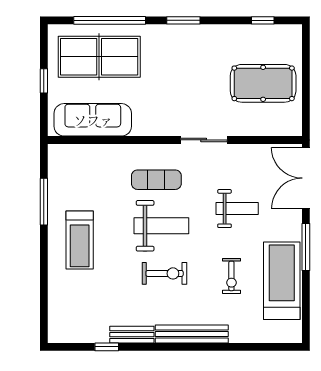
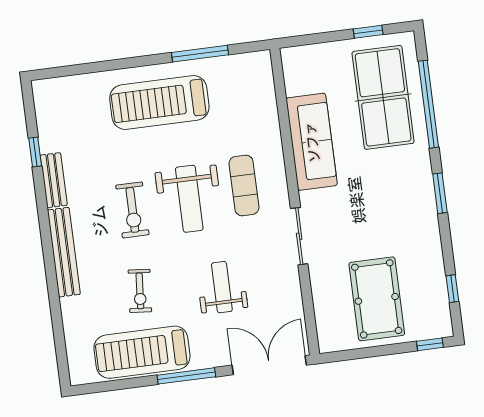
window: (306, 45) -> (430, 344), added
window: (44, 81) -> (368, 32), moved
sofa: (93, 120) -> (312, 142), moved
weight bench: (237, 209) -> (222, 287), turned 180
treadmill: (80, 240) -> (159, 102), width x1.37, depth x1.38
exercise bike: (231, 276) -> (140, 291), turned -85
treadmill: (282, 281) -> (142, 352), turned 180

